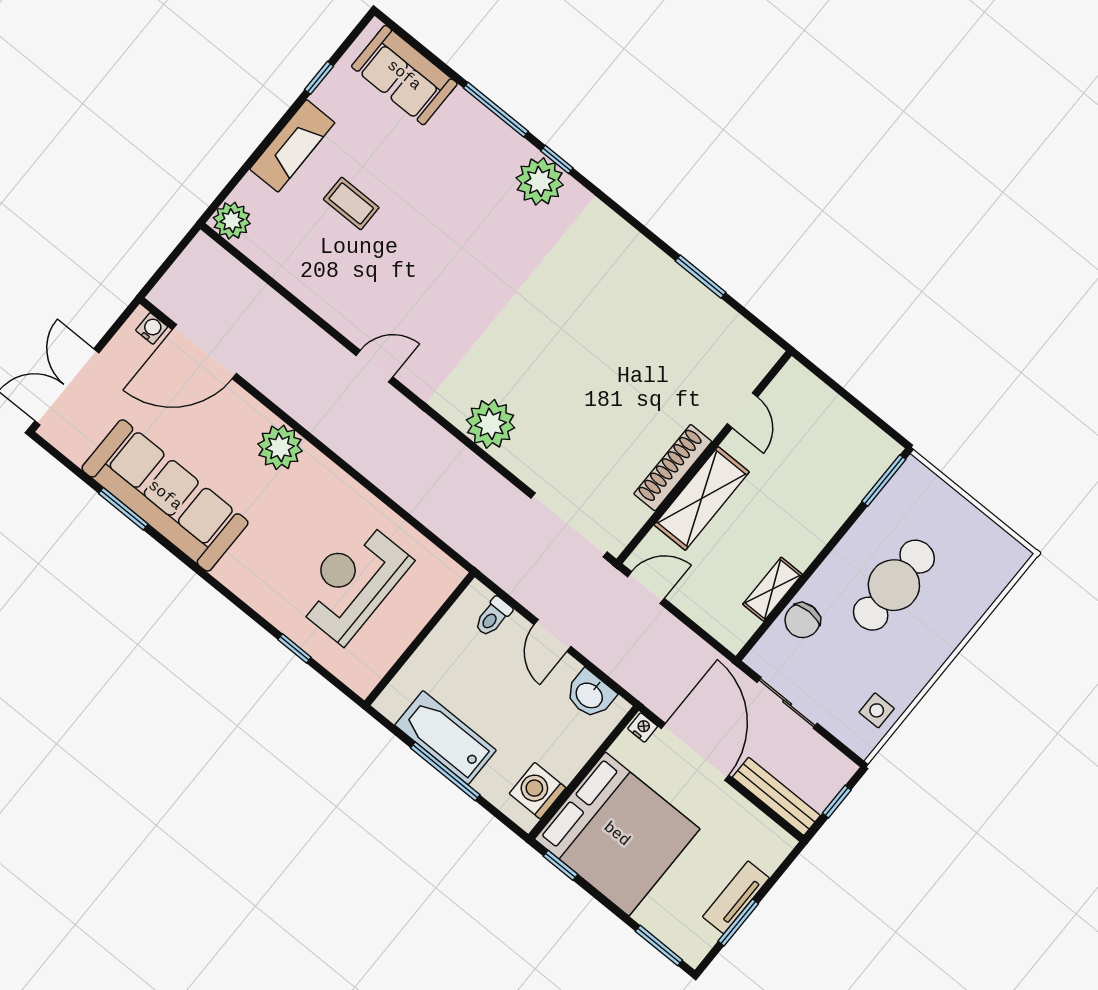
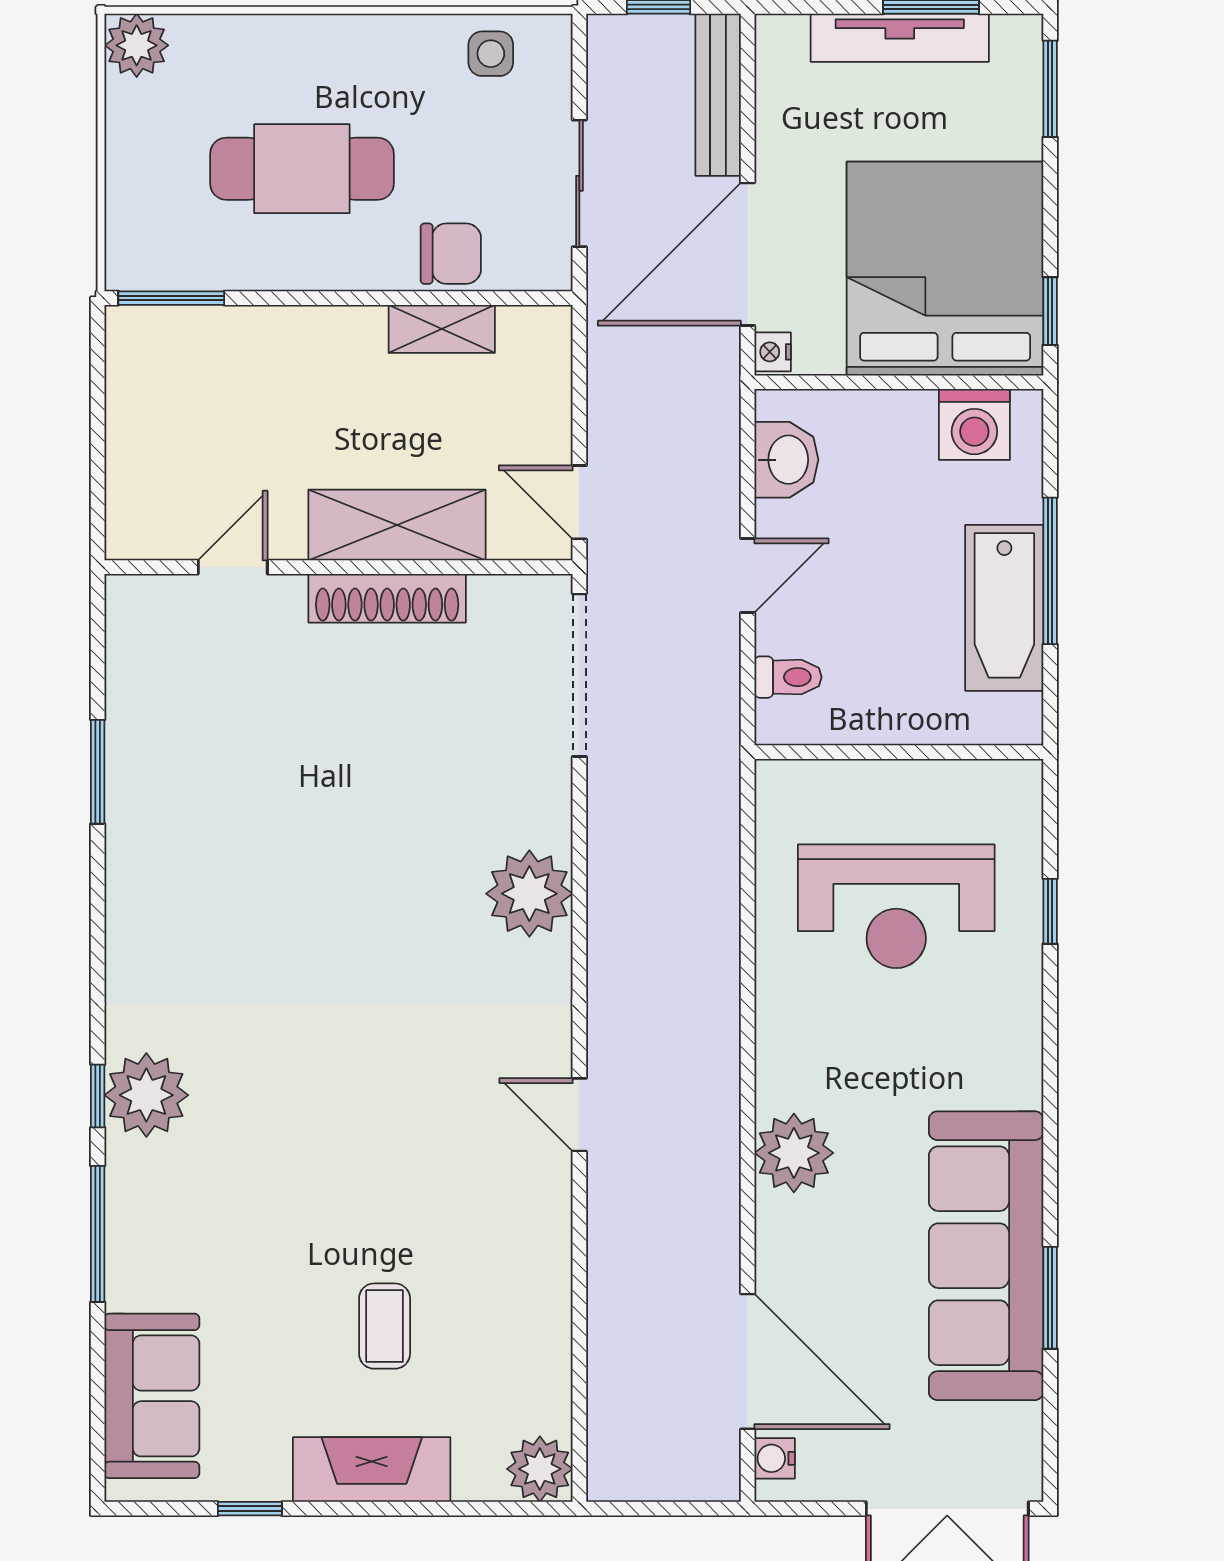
plant: (1008, 556) -> (137, 45), added
tv unit: (736, 897) -> (900, 38), width x1.41

